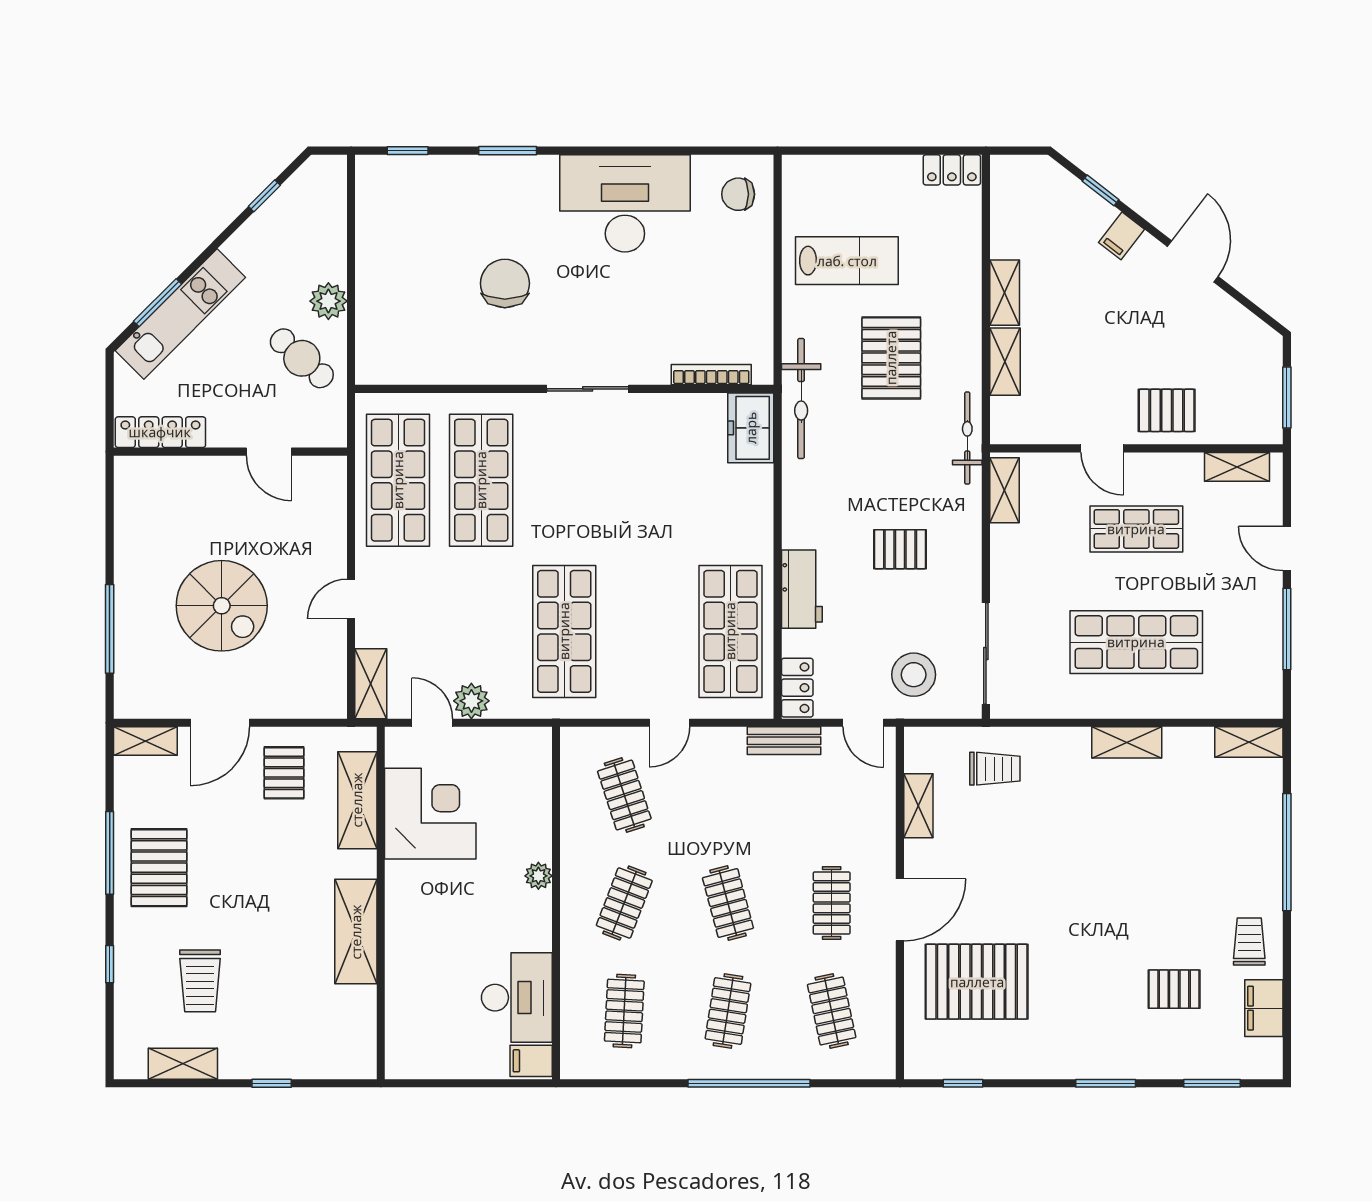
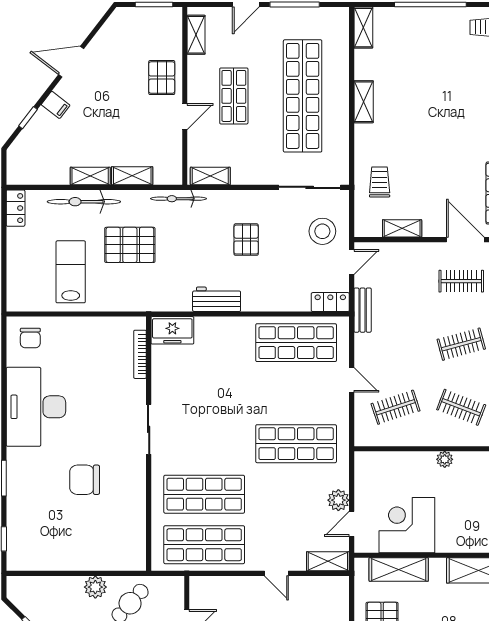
bicycle: (801, 399) -> (84, 202), moved, turned 180
workbench: (802, 589) -> (217, 299), moved
shop shelf: (1136, 642) -> (303, 96), width x1.40

